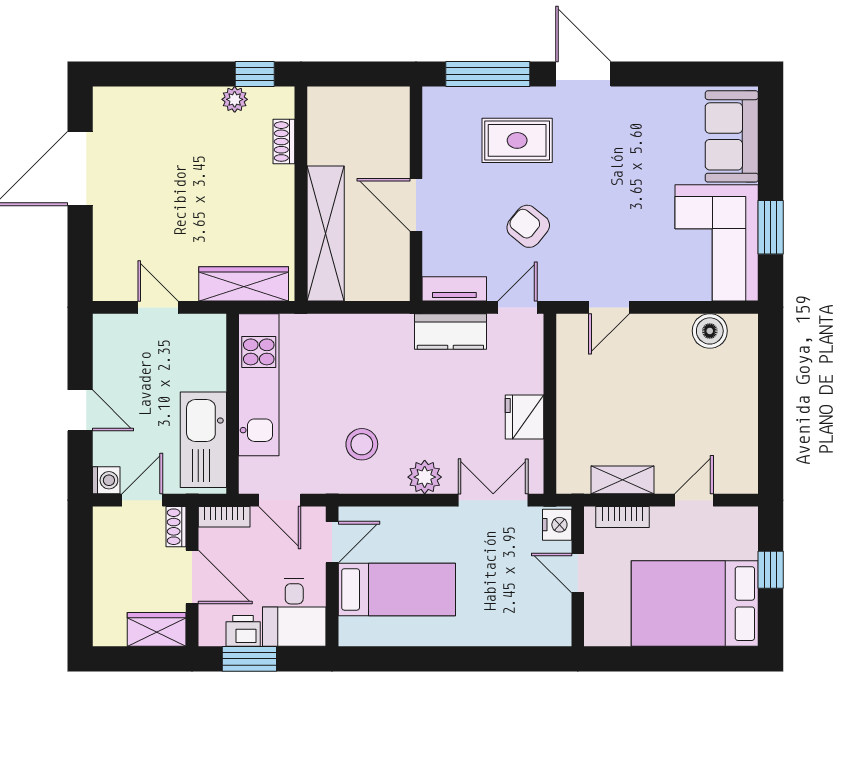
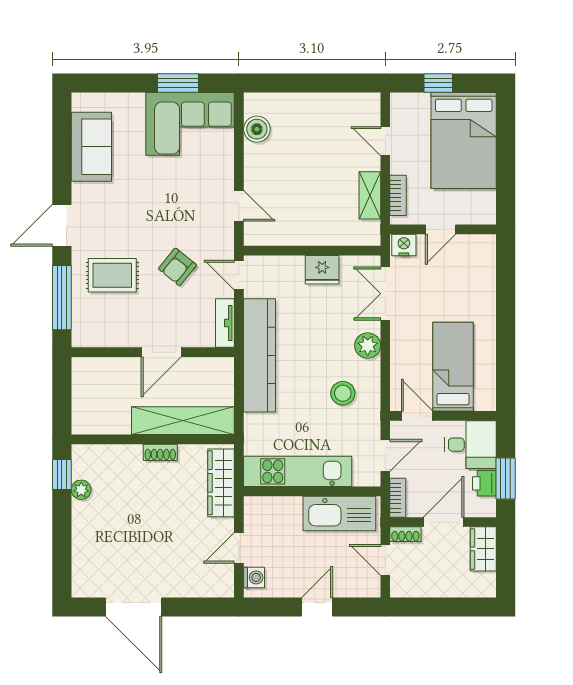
sofa: (732, 136) -> (91, 147), moved, turned -90
rug: (517, 140) -> (112, 275), turned 90
shoe rack: (284, 142) -> (160, 452), moved
kitchen counter: (450, 331) -> (260, 355), width x2.08, depth x1.17
washing machine: (106, 480) -> (254, 577), moved, turned 90

